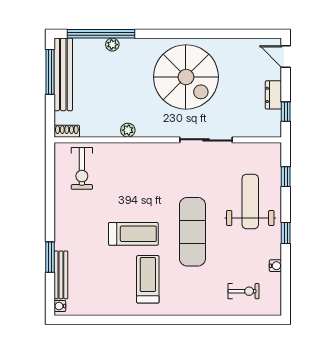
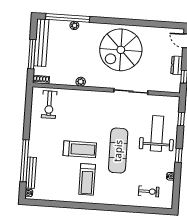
window: (50, 72) -> (32, 54), moved
spiral stairs: (186, 77) -> (121, 50), turned 90
window: (50, 257) -> (25, 161), width x2.11
treadmill: (148, 279) -> (87, 179), turned 180

